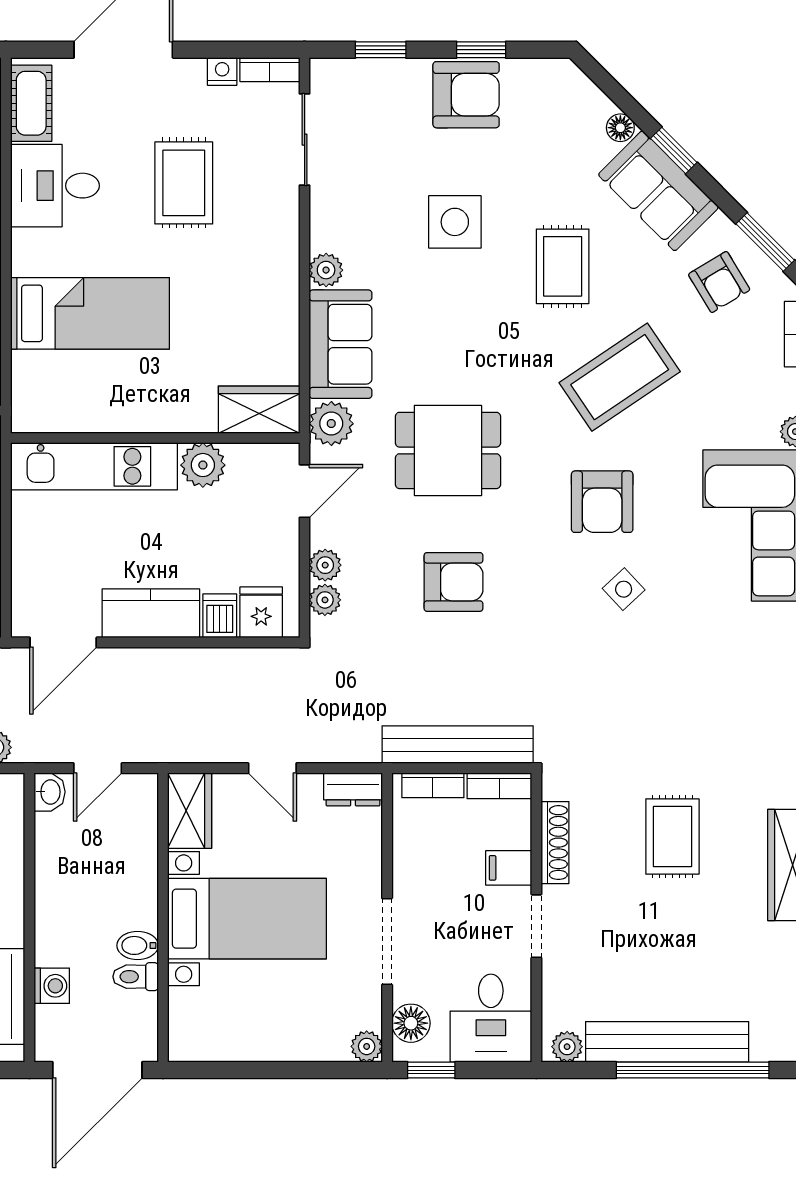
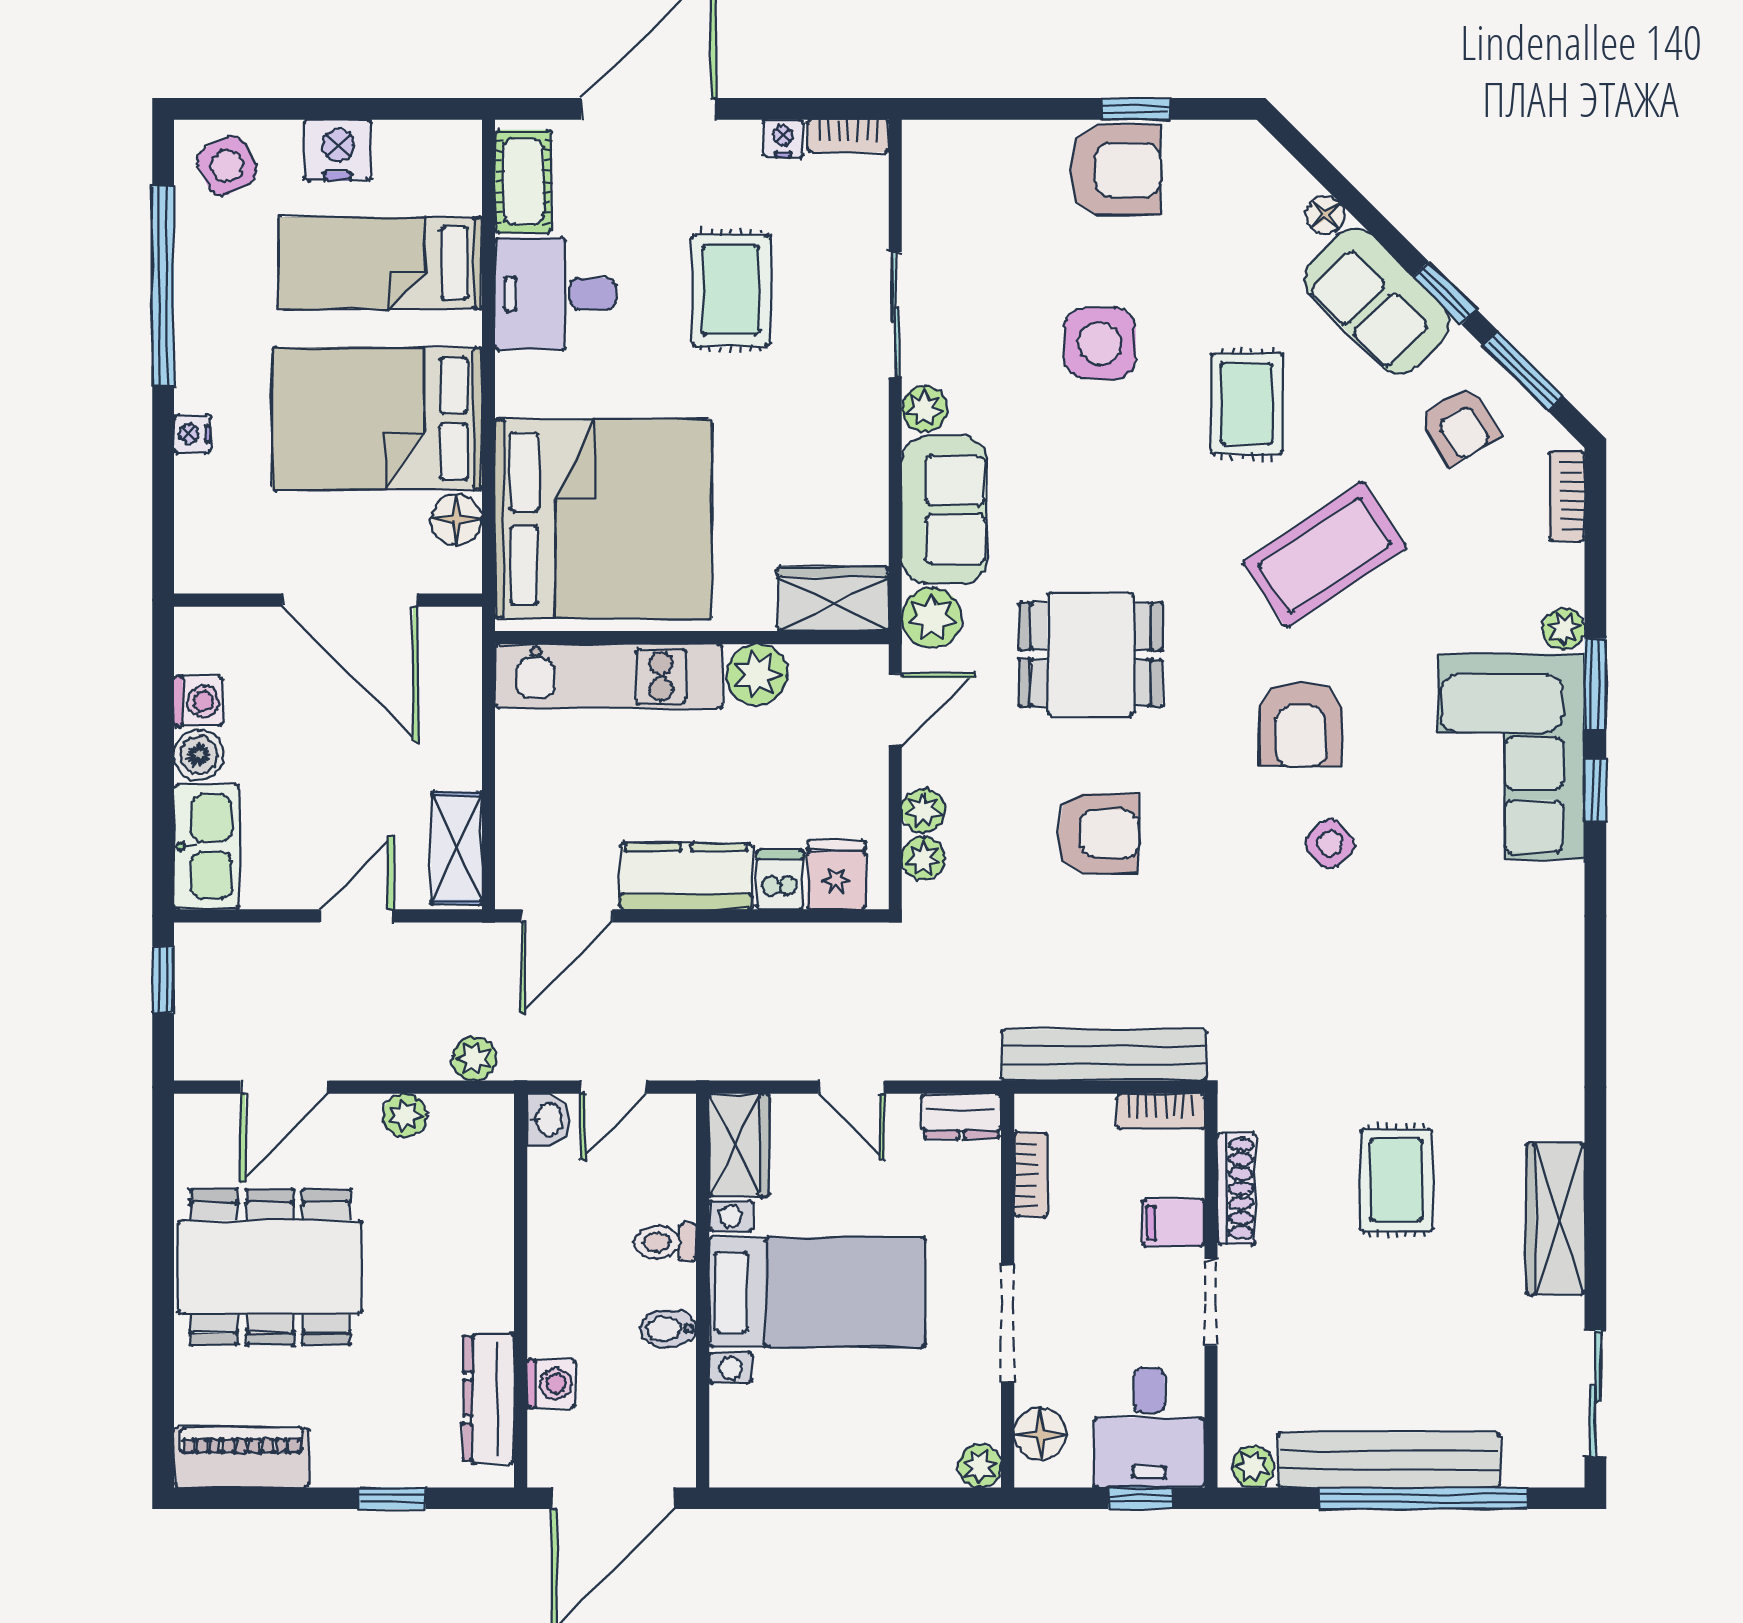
window: (381, 50) -> (999, 109), removed
sliding door: (305, 140) -> (895, 315), moved
window: (674, 150) -> (1445, 293), moved
bed: (90, 313) -> (603, 519), width x2.04
bookcase: (433, 785) -> (1031, 1174), moved, turned -90
toilet: (136, 977) -> (665, 1242), moved
window: (431, 1070) -> (1140, 1498), moved

